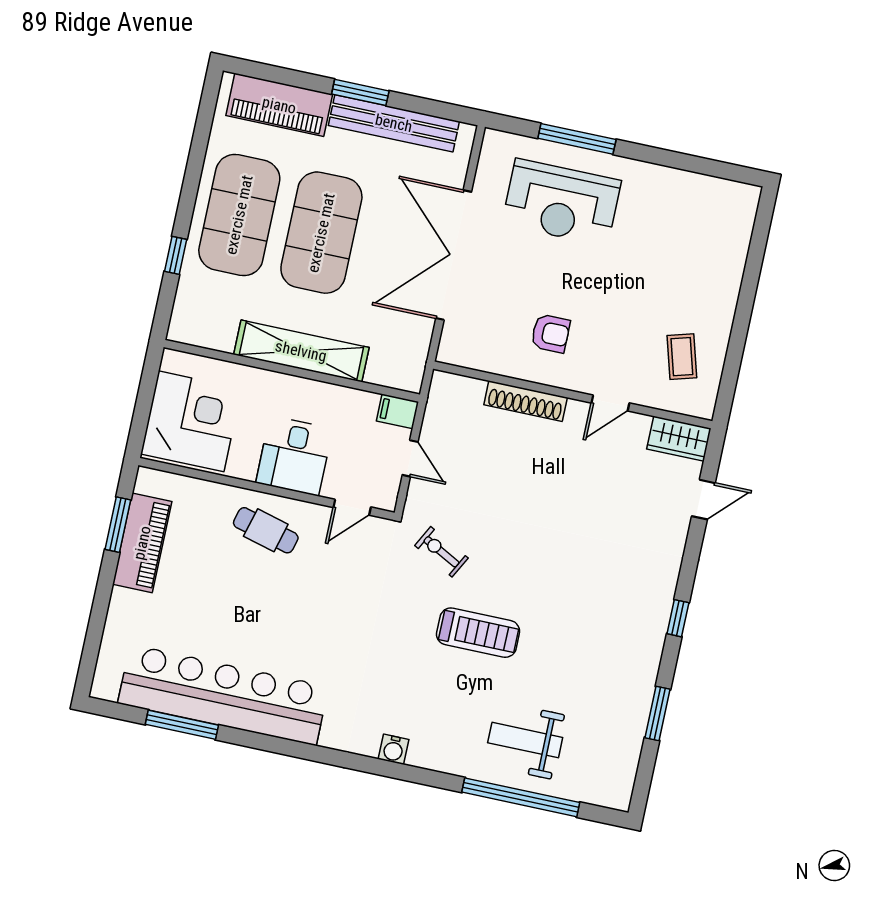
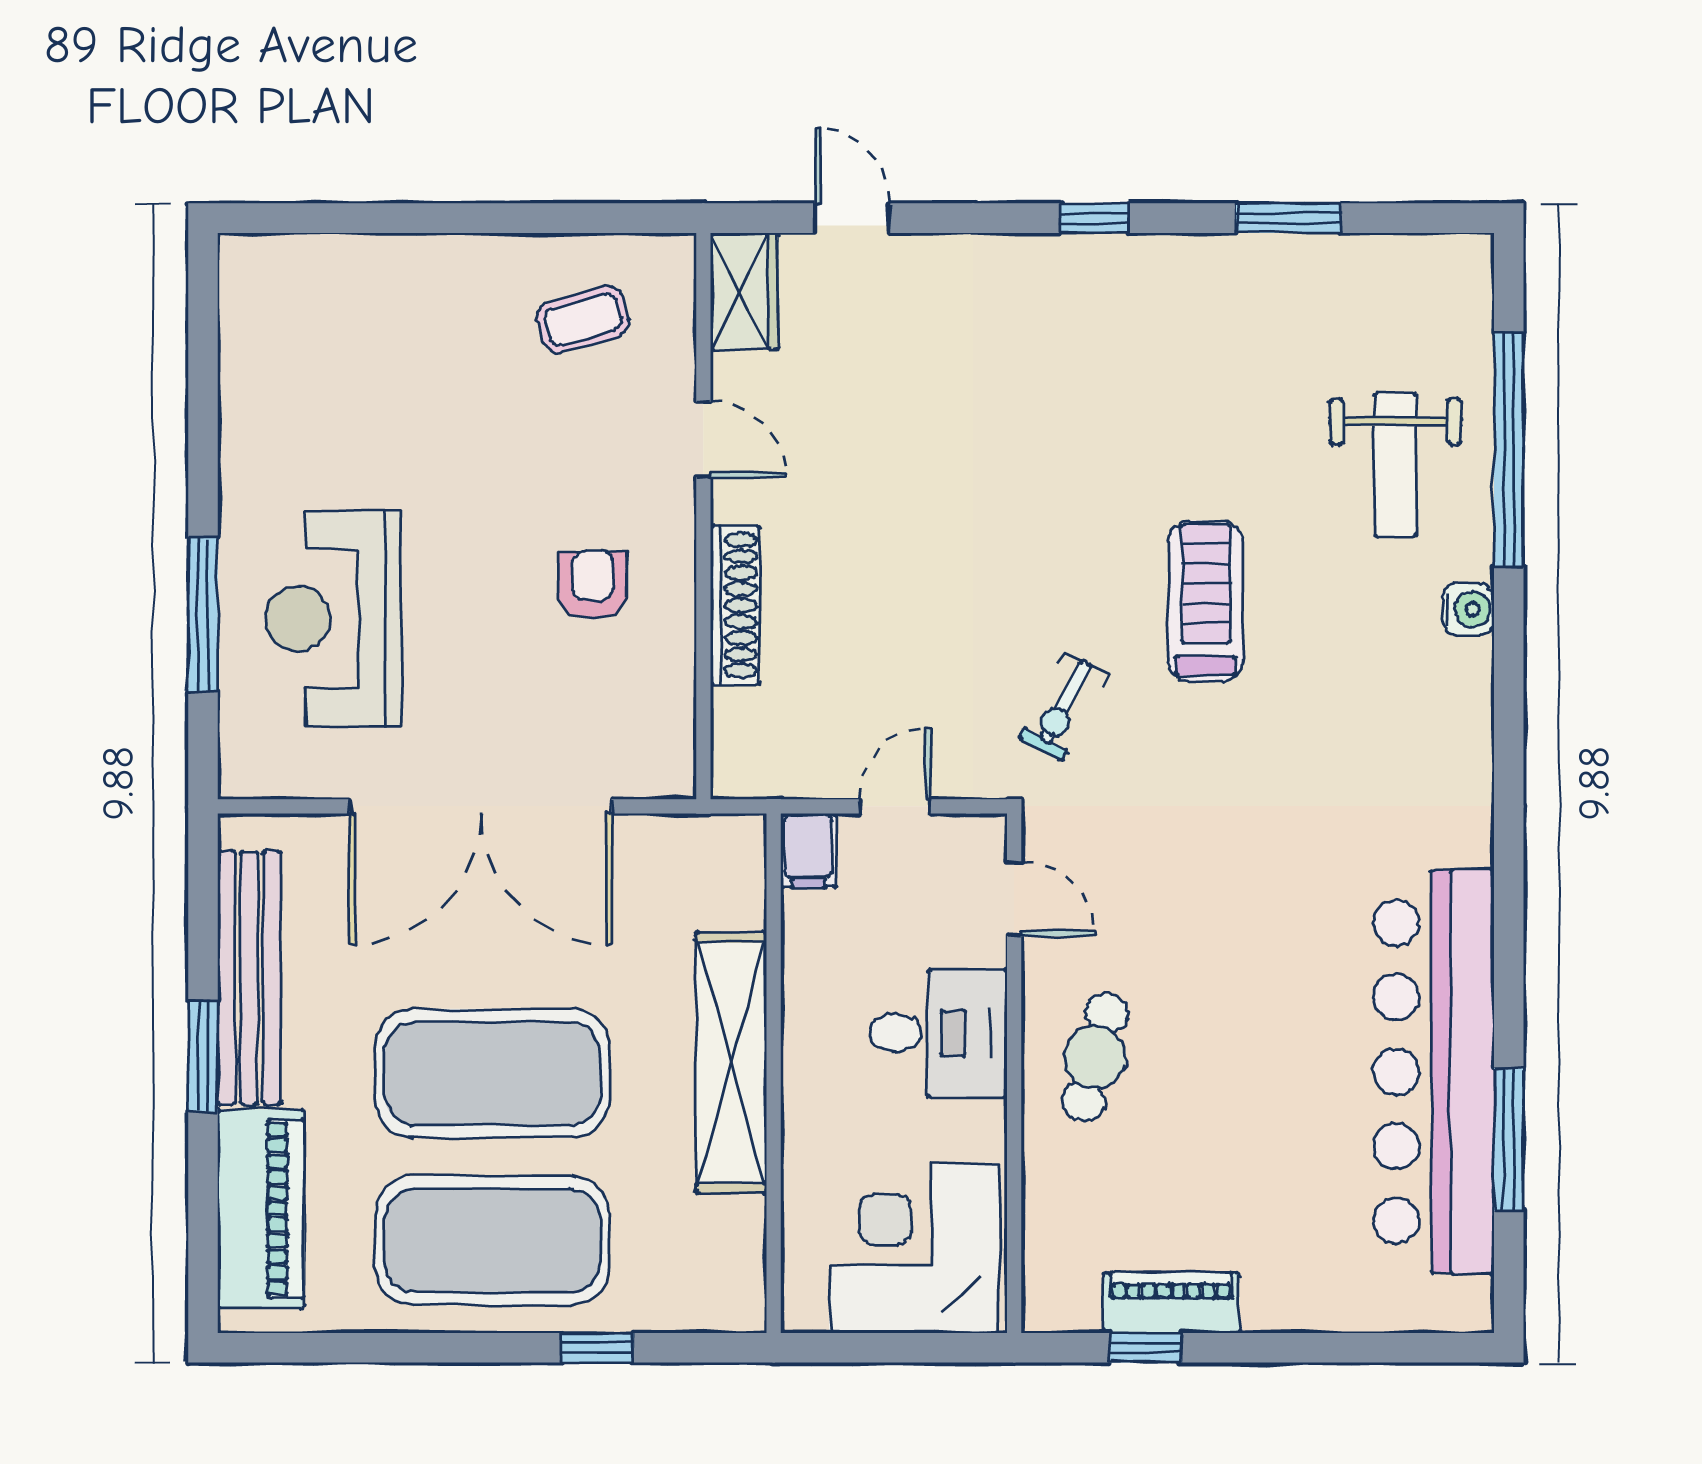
reception desk: (561, 202) -> (333, 618), turned 180
window: (118, 525) -> (1146, 1348), width x0.67
piano: (142, 543) -> (1171, 1303), width x0.73, depth x0.75
water cooler: (393, 749) -> (1468, 609), moved

